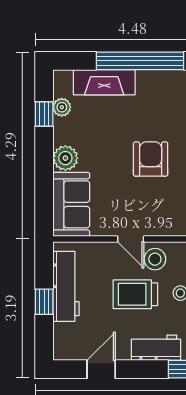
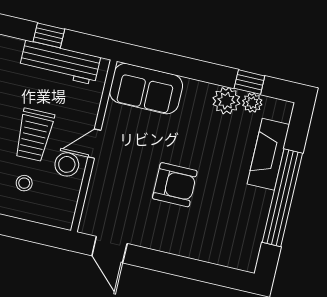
plant: (65, 158) -> (226, 101), moved
trolley: (135, 294) -> (34, 135), turned 180

